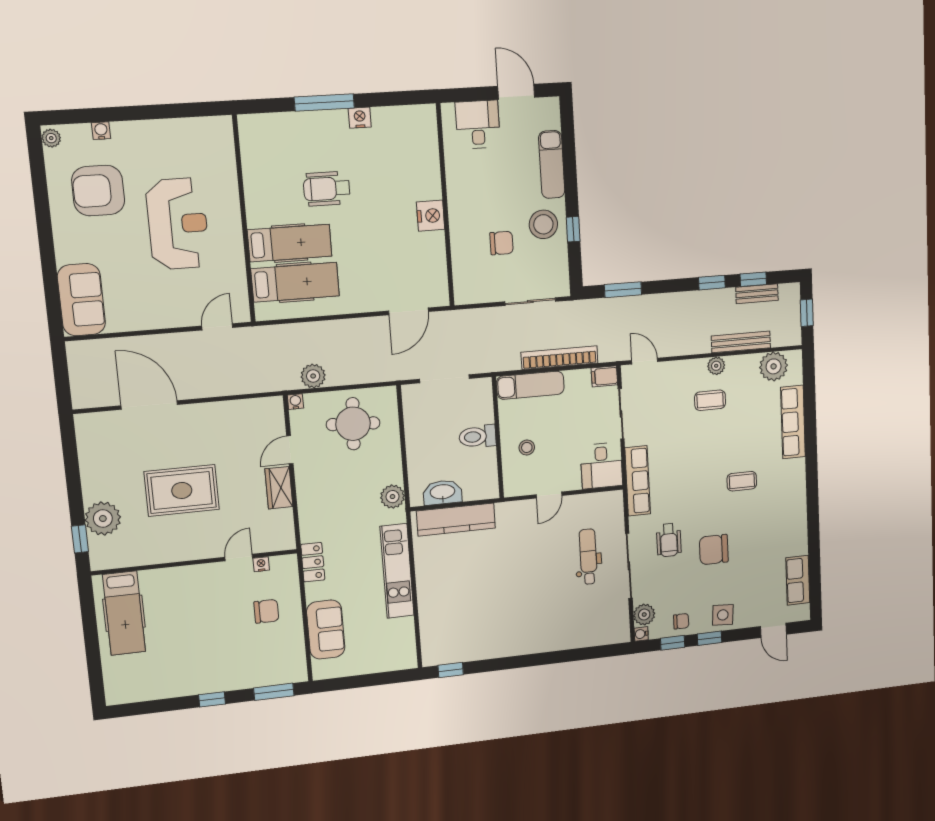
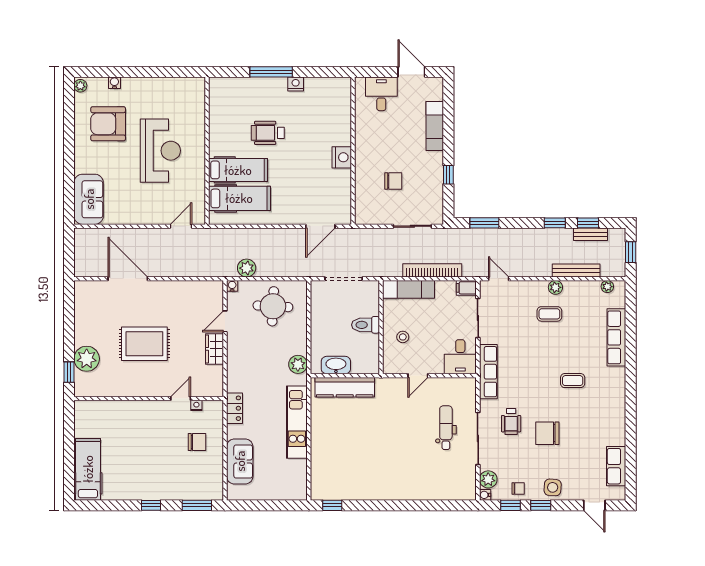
stool: (543, 224) -> (426, 170), removed
plant: (774, 366) -> (607, 287), width x0.53, depth x0.53
hospital bed: (124, 613) -> (88, 469), moved, turned 180

